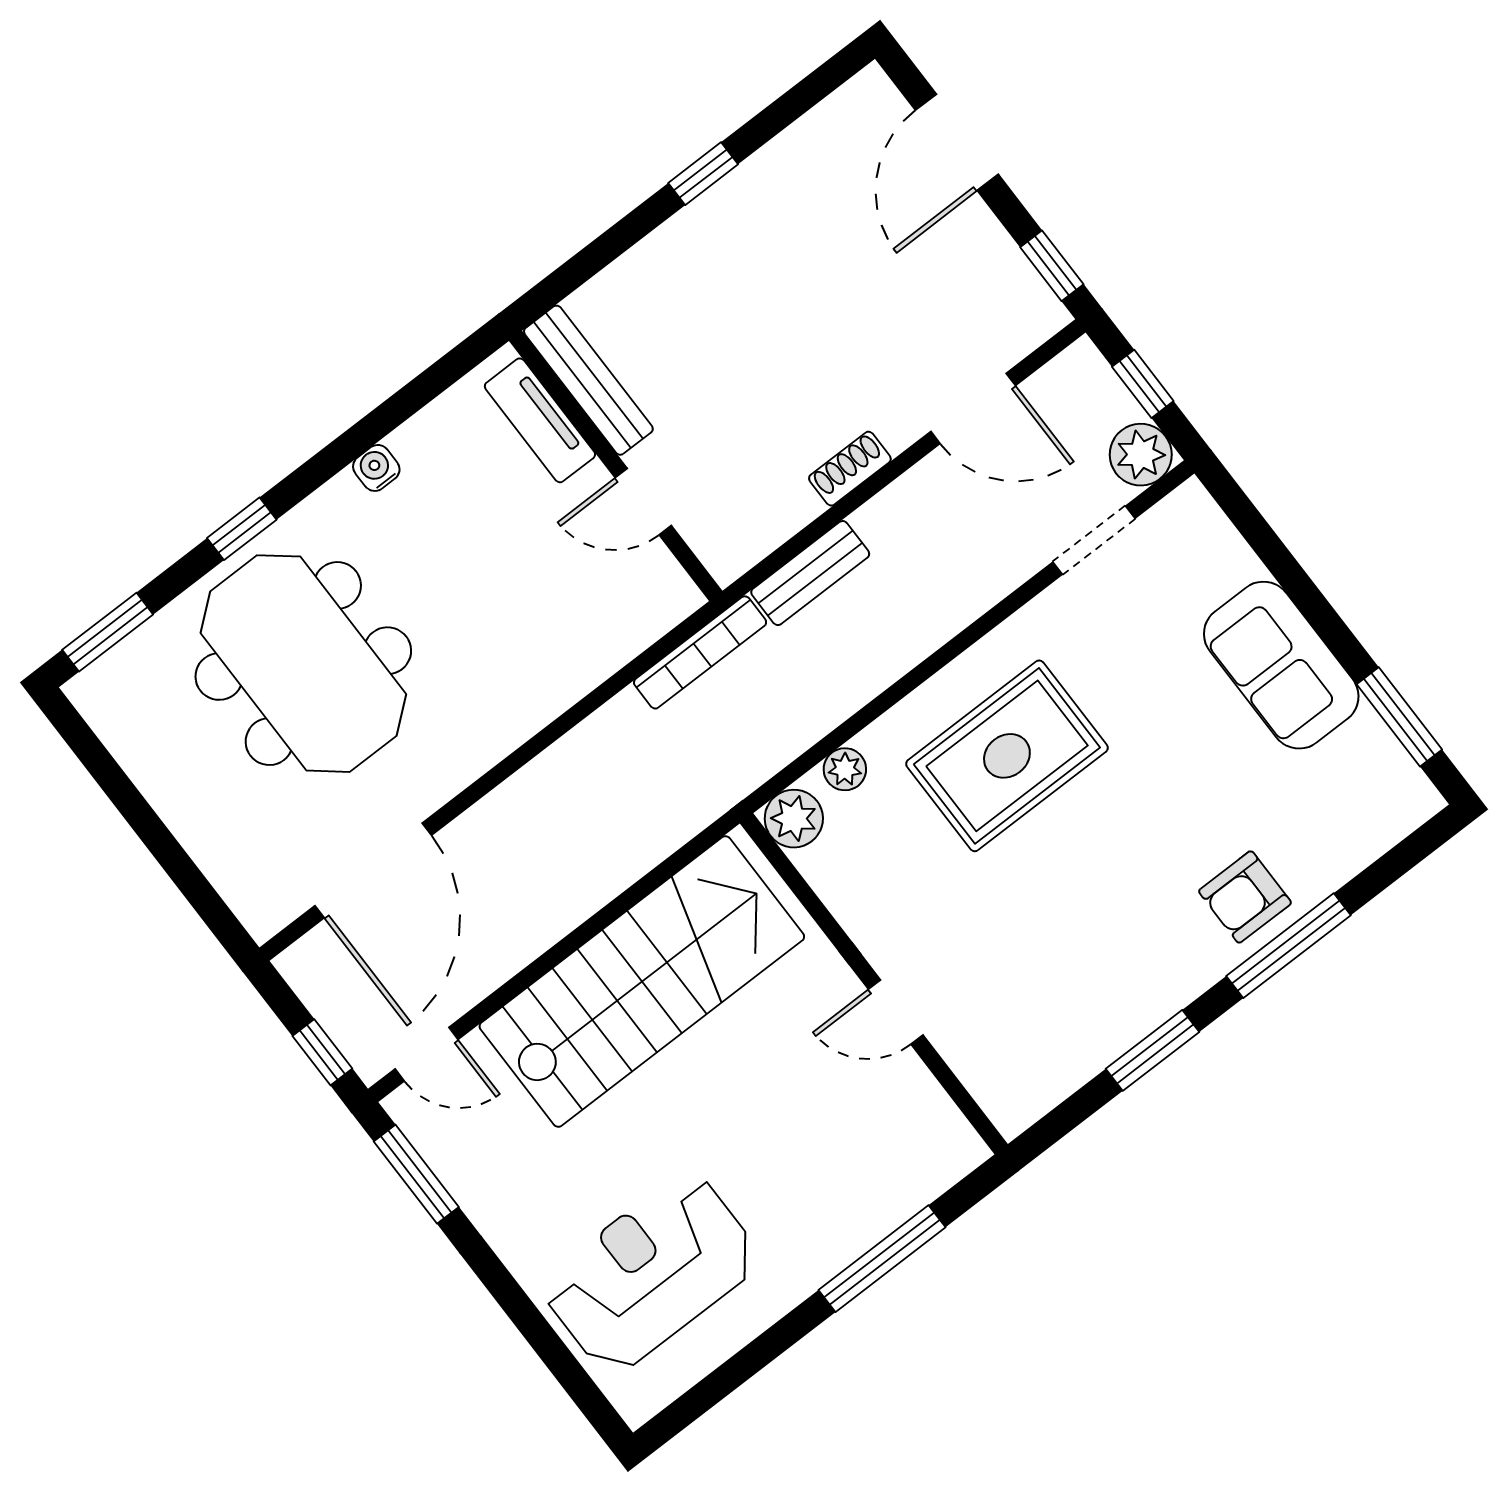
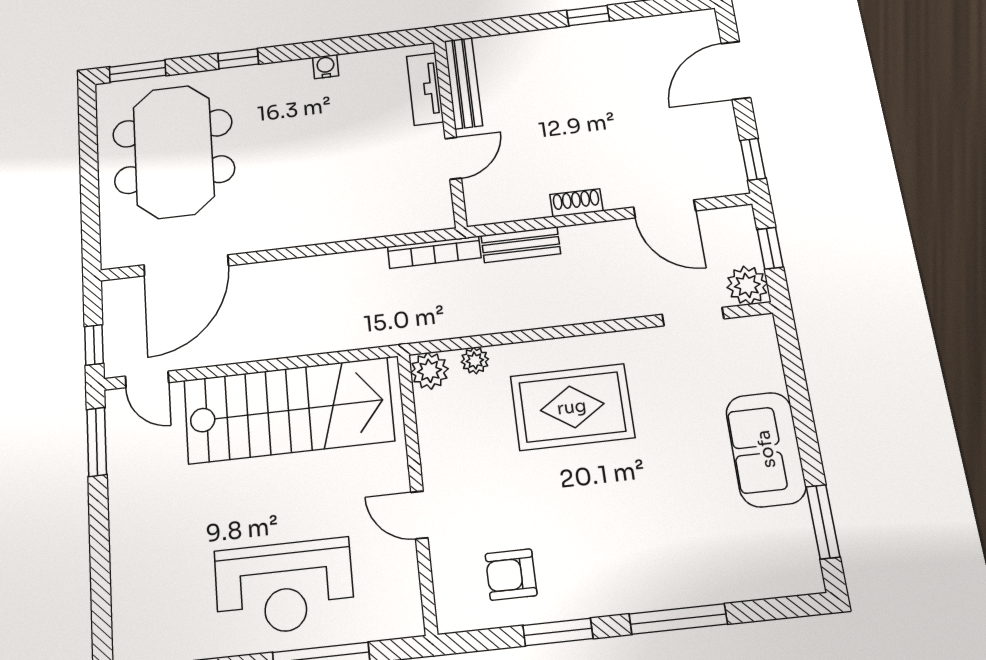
door: (643, 502) -> (453, 158), swing flipped
meeting table: (303, 664) -> (173, 151), moved
armchair: (1245, 897) -> (511, 575), moved
reception desk: (651, 1273) -> (284, 587), moved, turned 180

